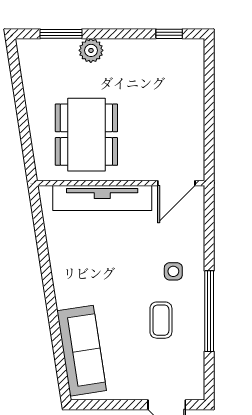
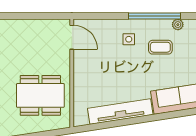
tv unit: (102, 198) -> (120, 112), moved, turned -99
plant: (196, 347) -> (178, 25), added

